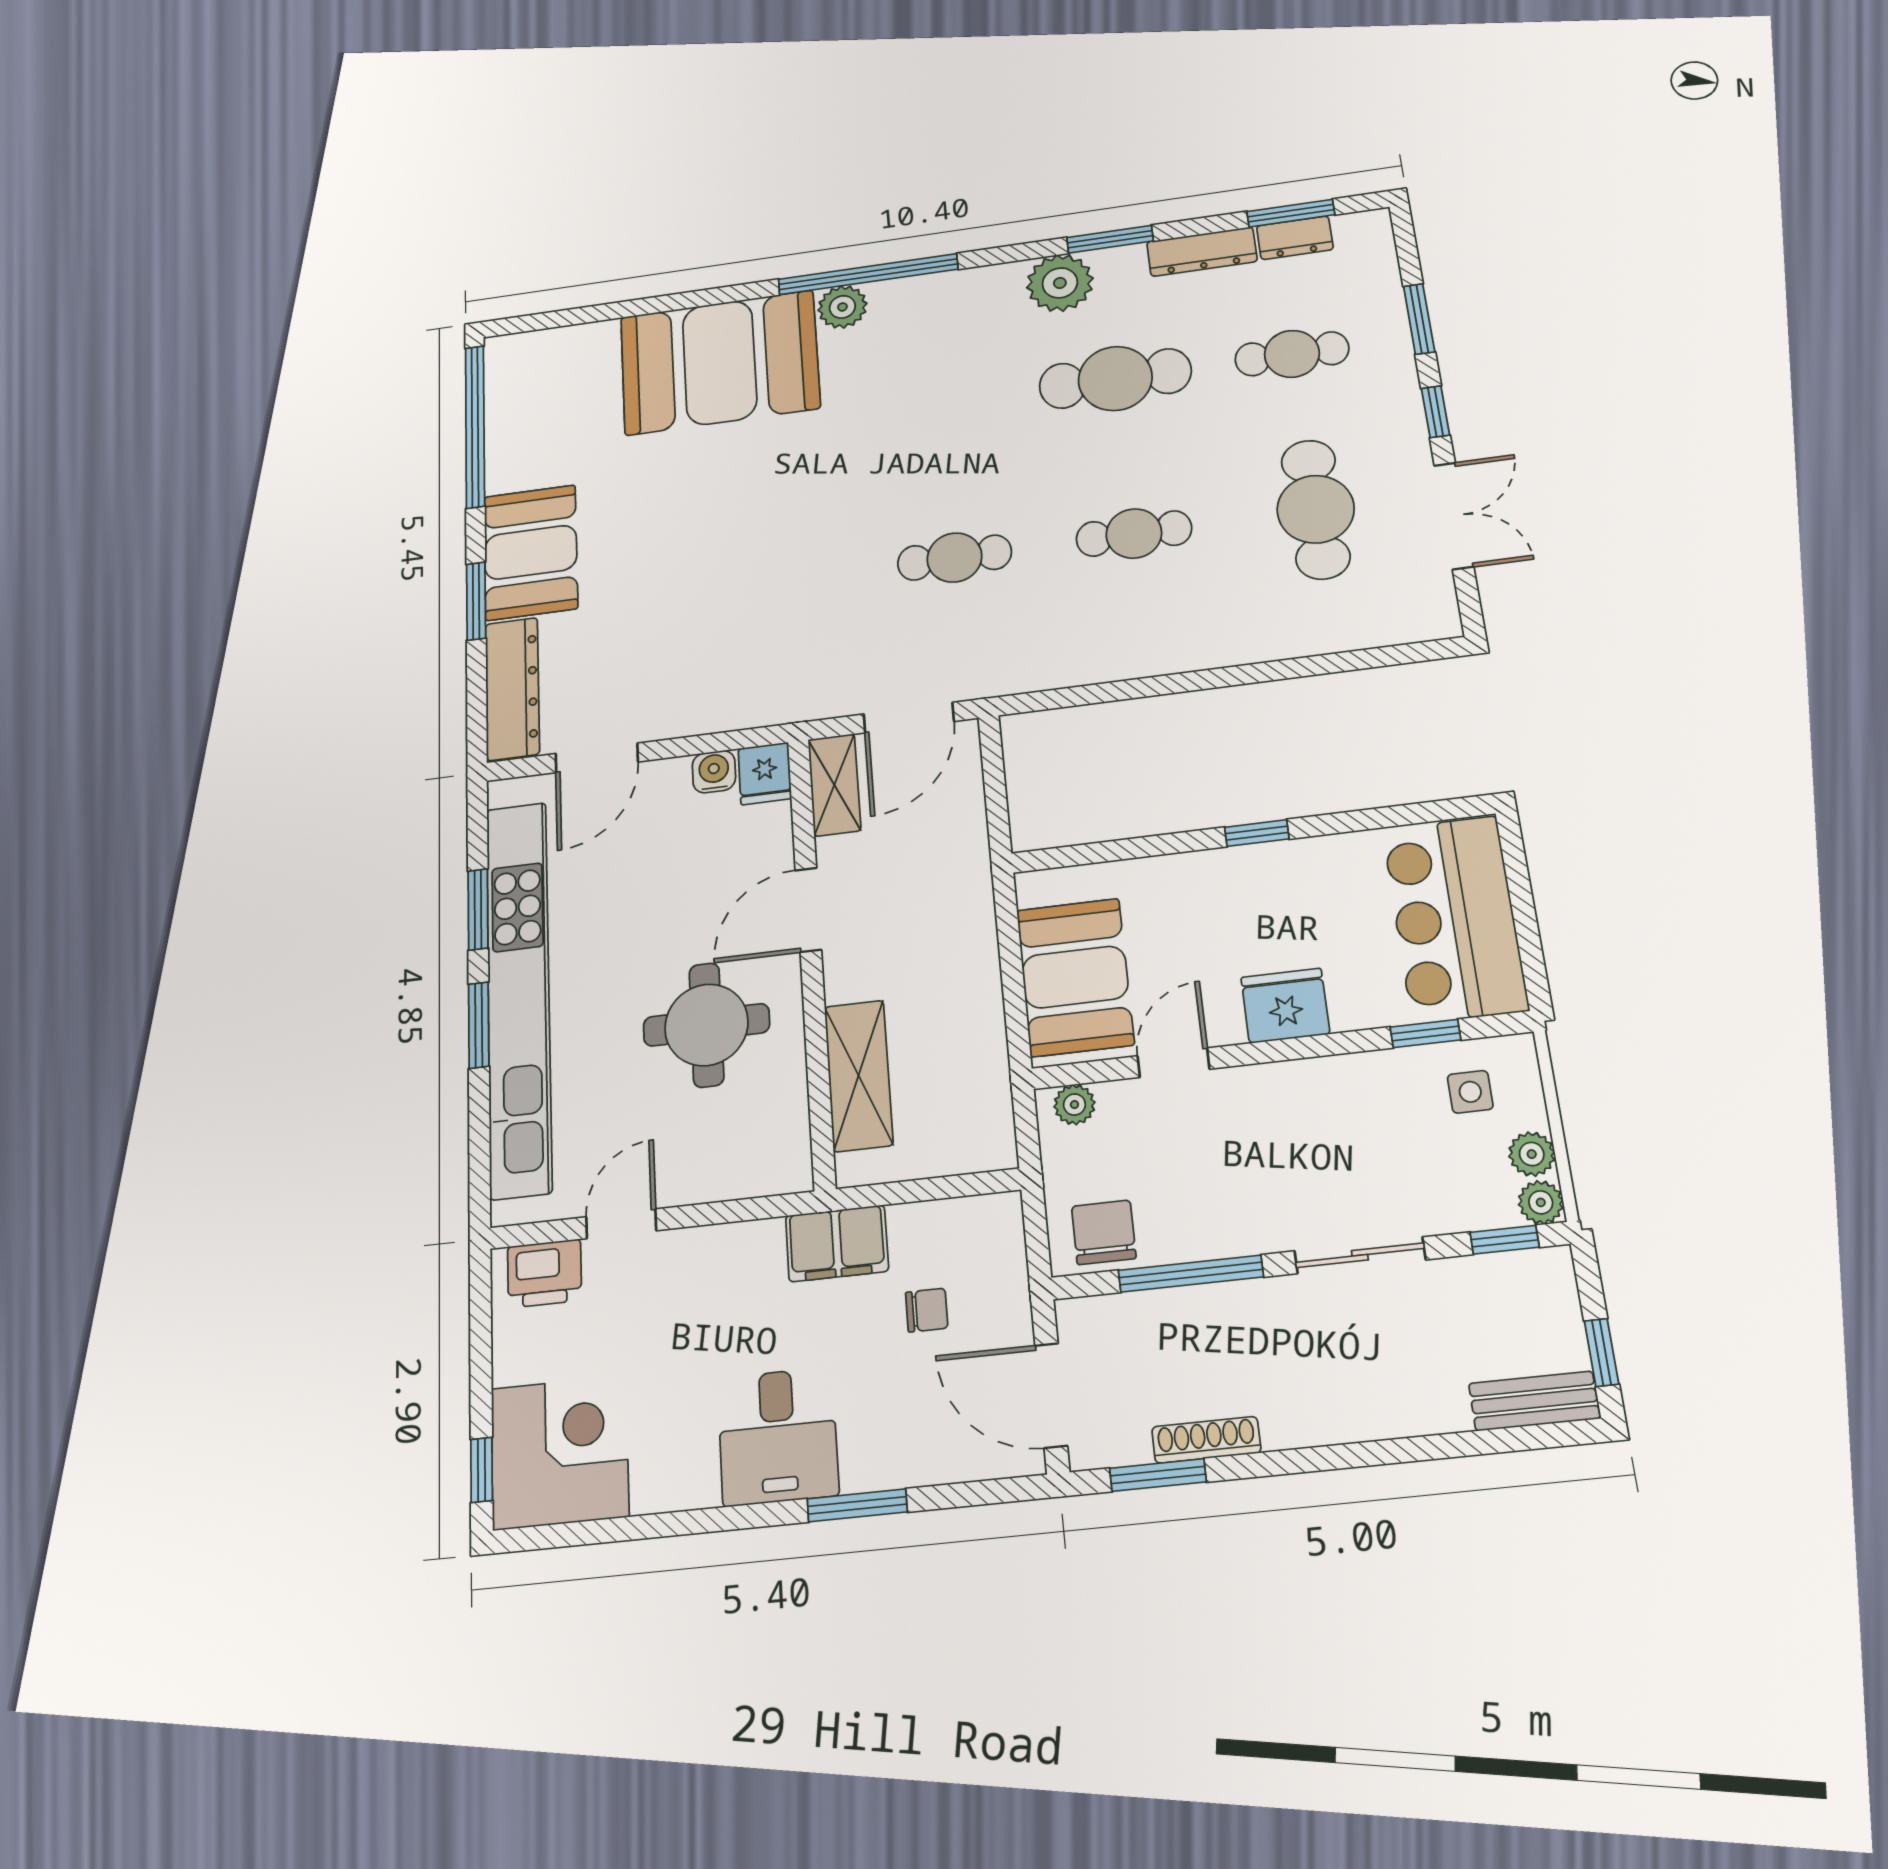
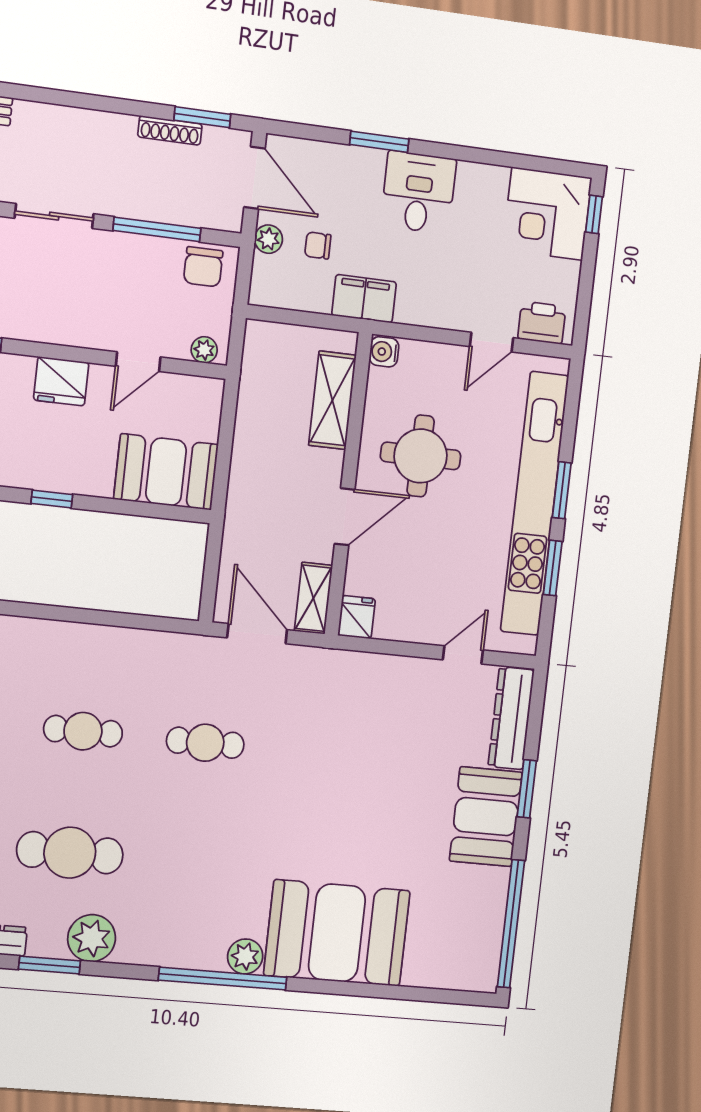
door: (909, 718) -> (257, 634), hinge flipped
door: (597, 758) -> (463, 655), width x0.73
water cooler: (714, 772) -> (384, 352), moved, turned 90
booth: (1075, 977) -> (166, 472), moved, turned 90
plant: (1008, 1301) -> (268, 239), added

